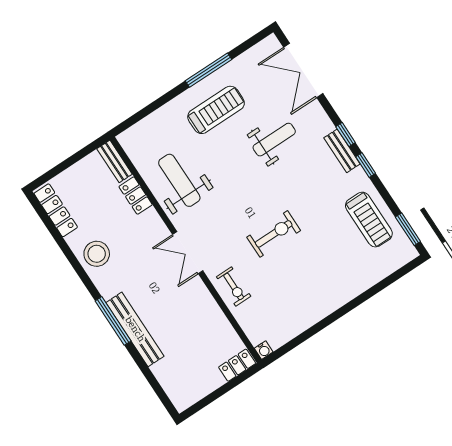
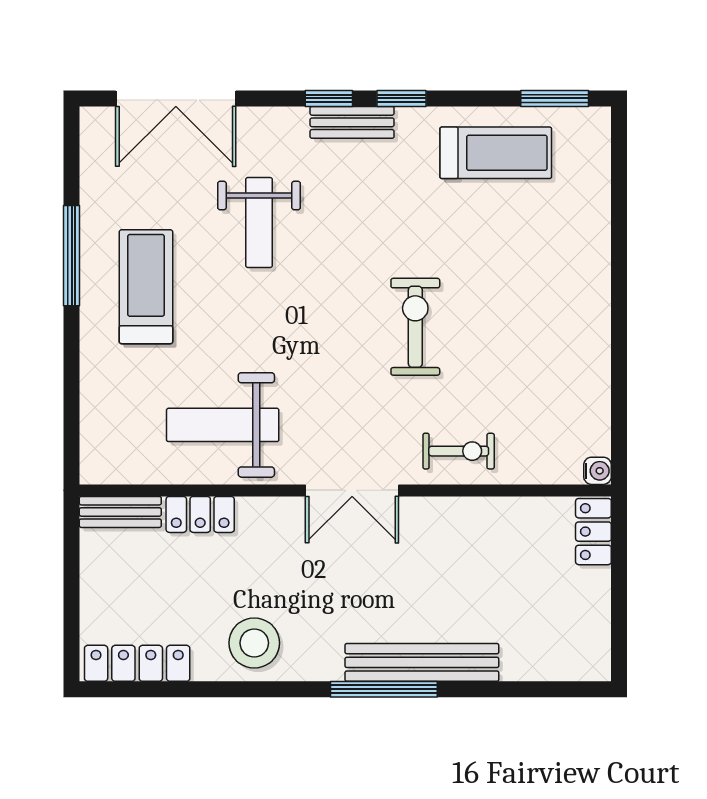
weight bench: (274, 140) -> (259, 223), turned 180

